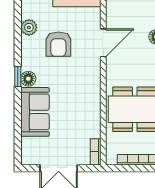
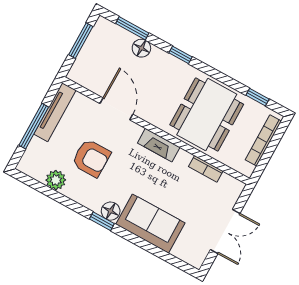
fireplace: (94, 87) -> (159, 145), added
bookcase: (96, 152) -> (206, 169), moved

